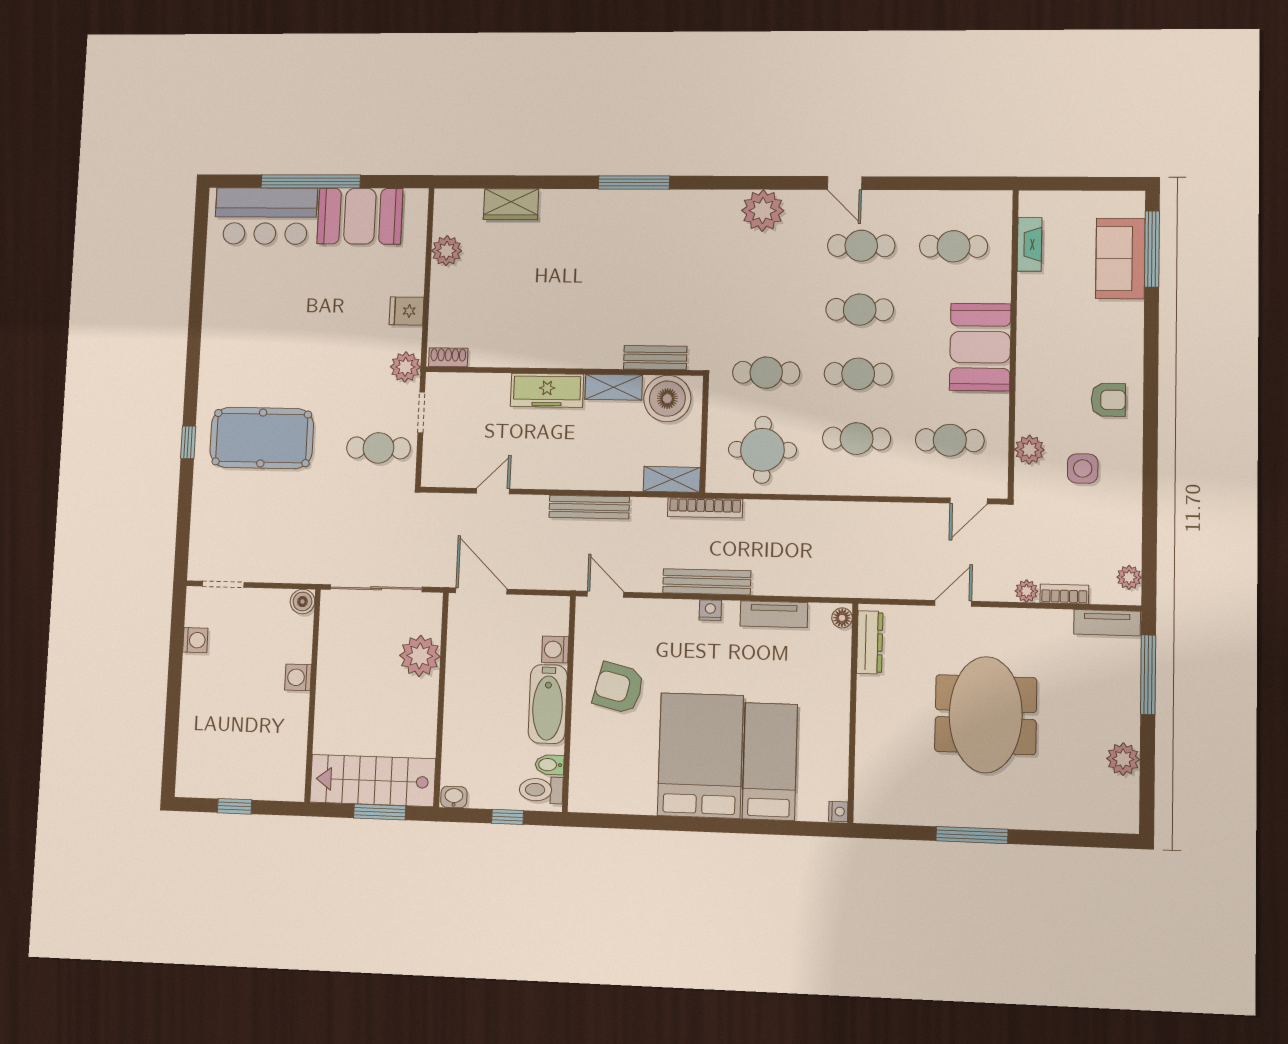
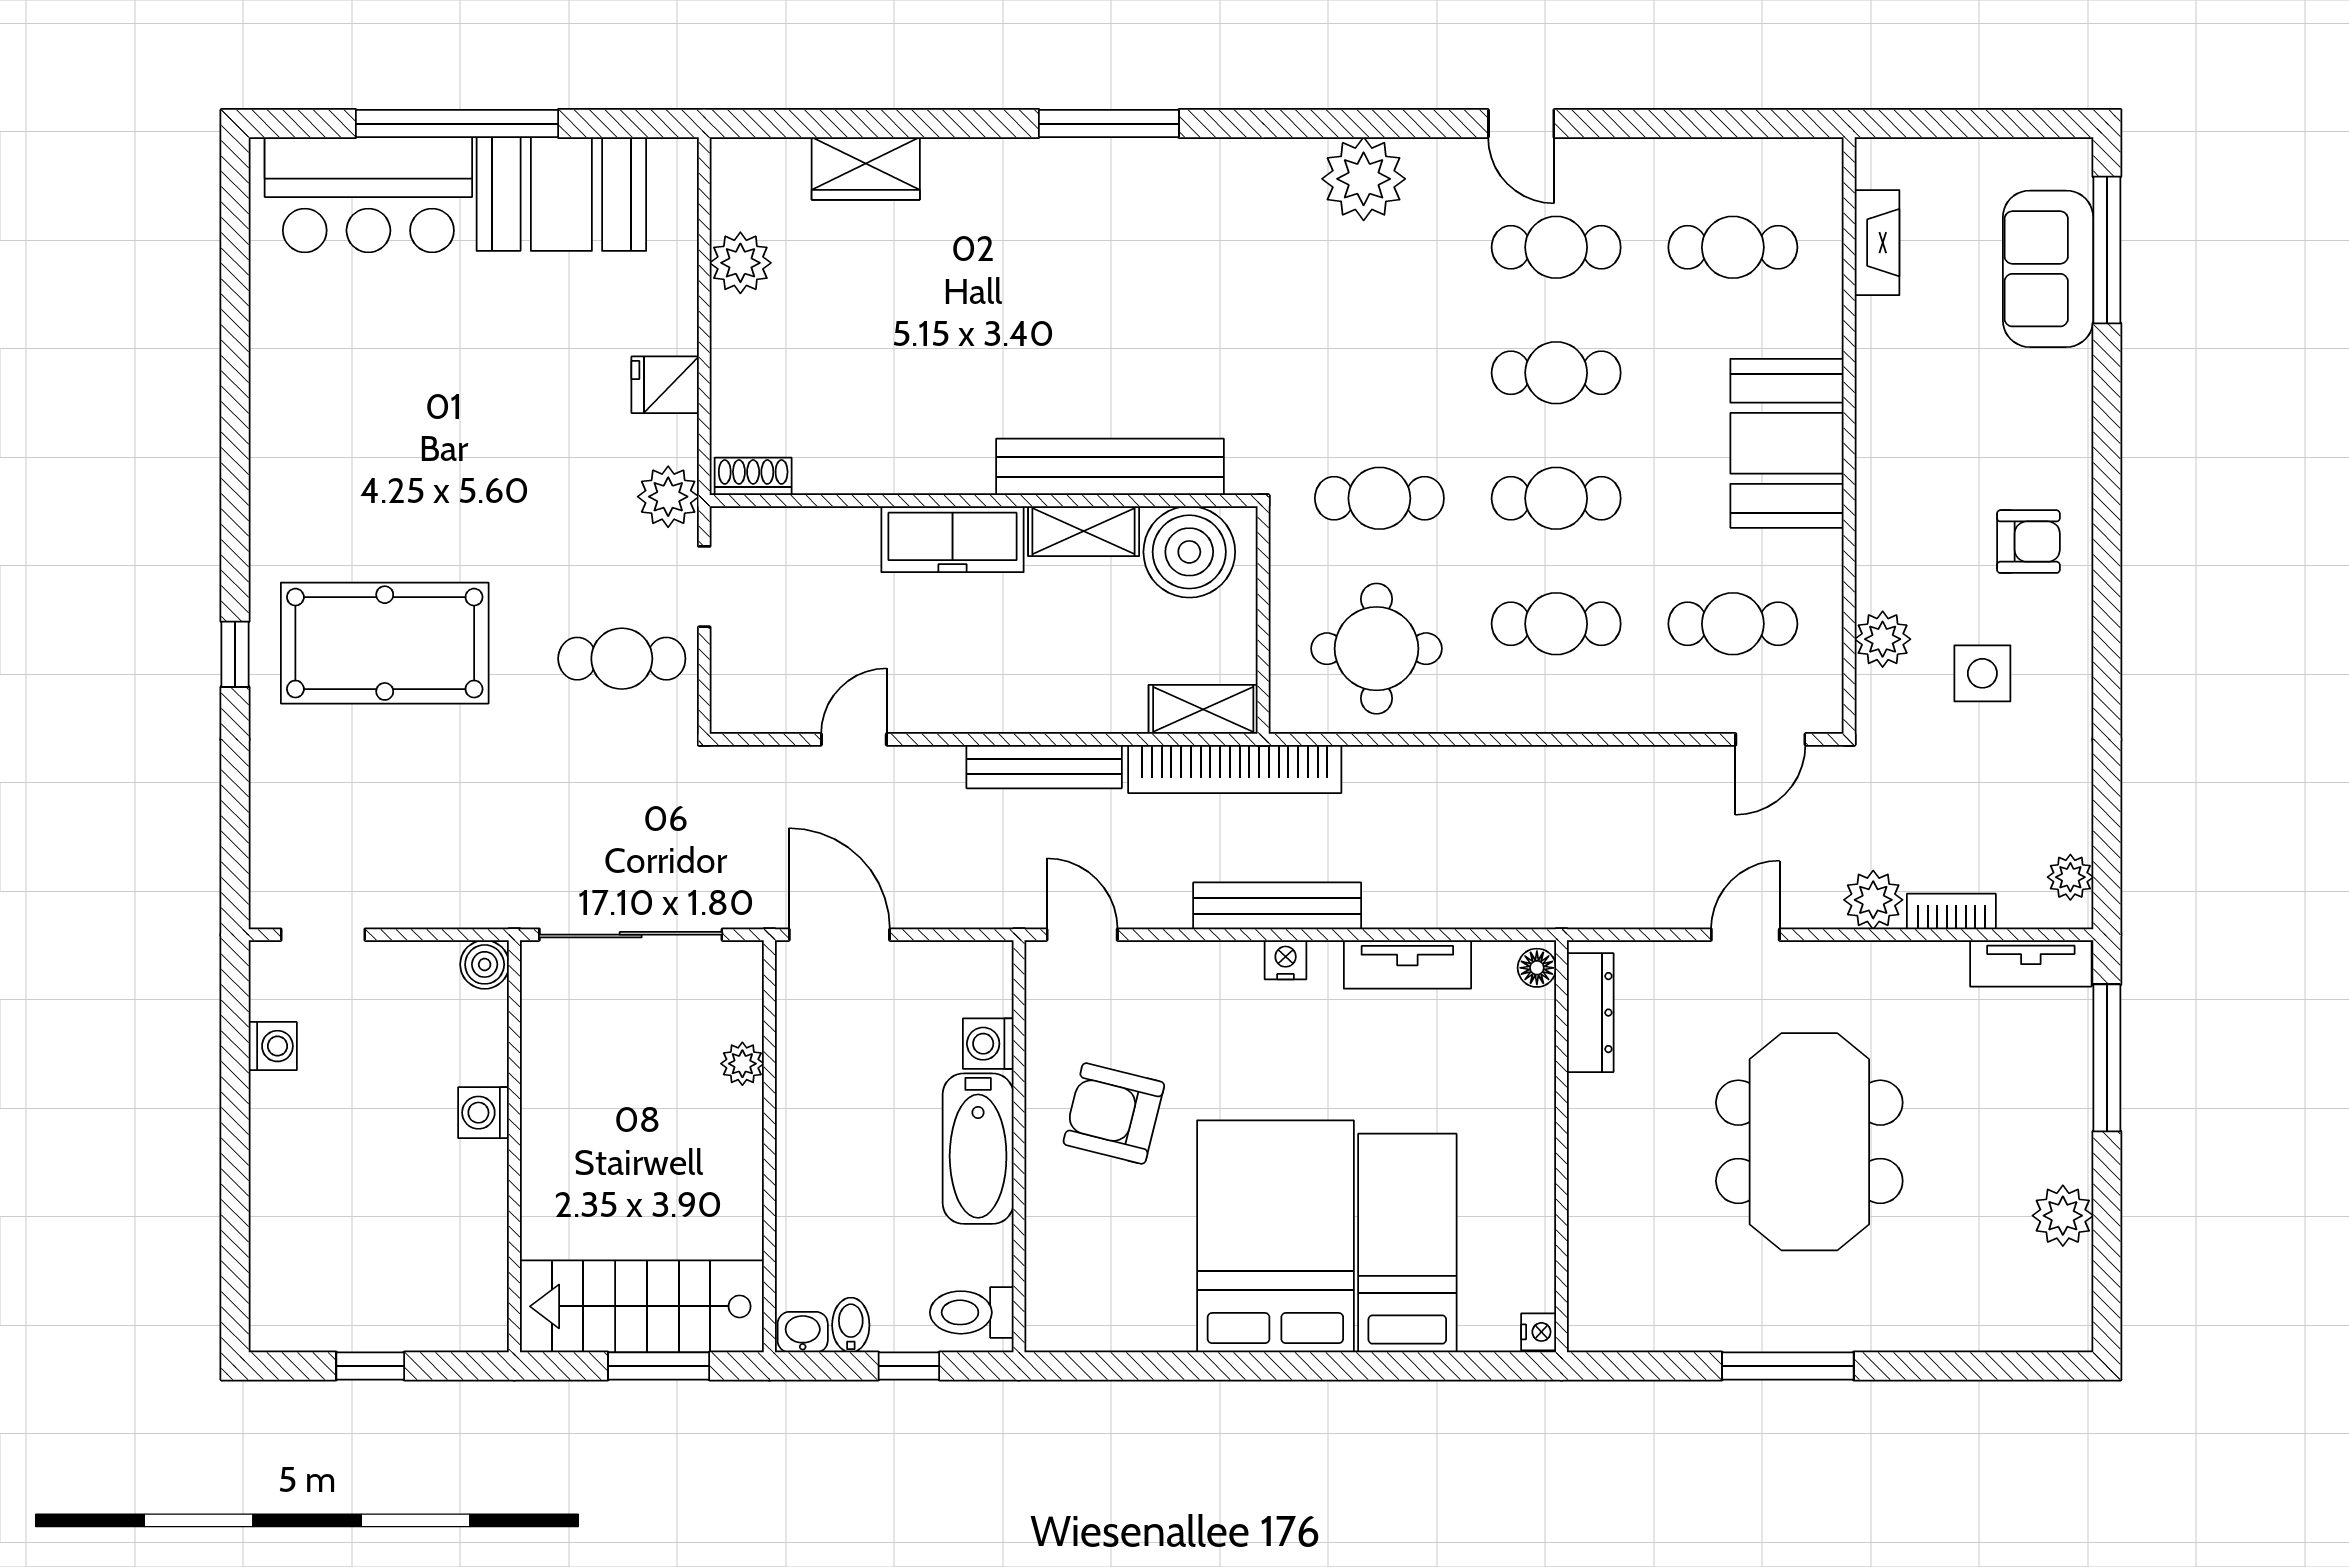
bench: (655, 358) -> (1110, 467), width x1.86, depth x1.21
bookcase: (705, 508) -> (1235, 769), width x1.48, depth x1.31
plant: (1026, 591) -> (1873, 900), width x1.38, depth x1.38
plant: (420, 656) -> (742, 1064), width x0.53, depth x0.53
bidet: (550, 765) -> (851, 1325), moved, turned 90

